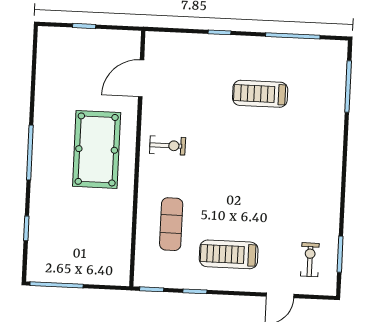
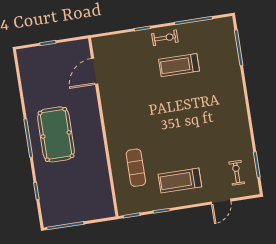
exercise bike: (168, 145) -> (165, 38), moved
pool table: (97, 149) -> (56, 134), moved

